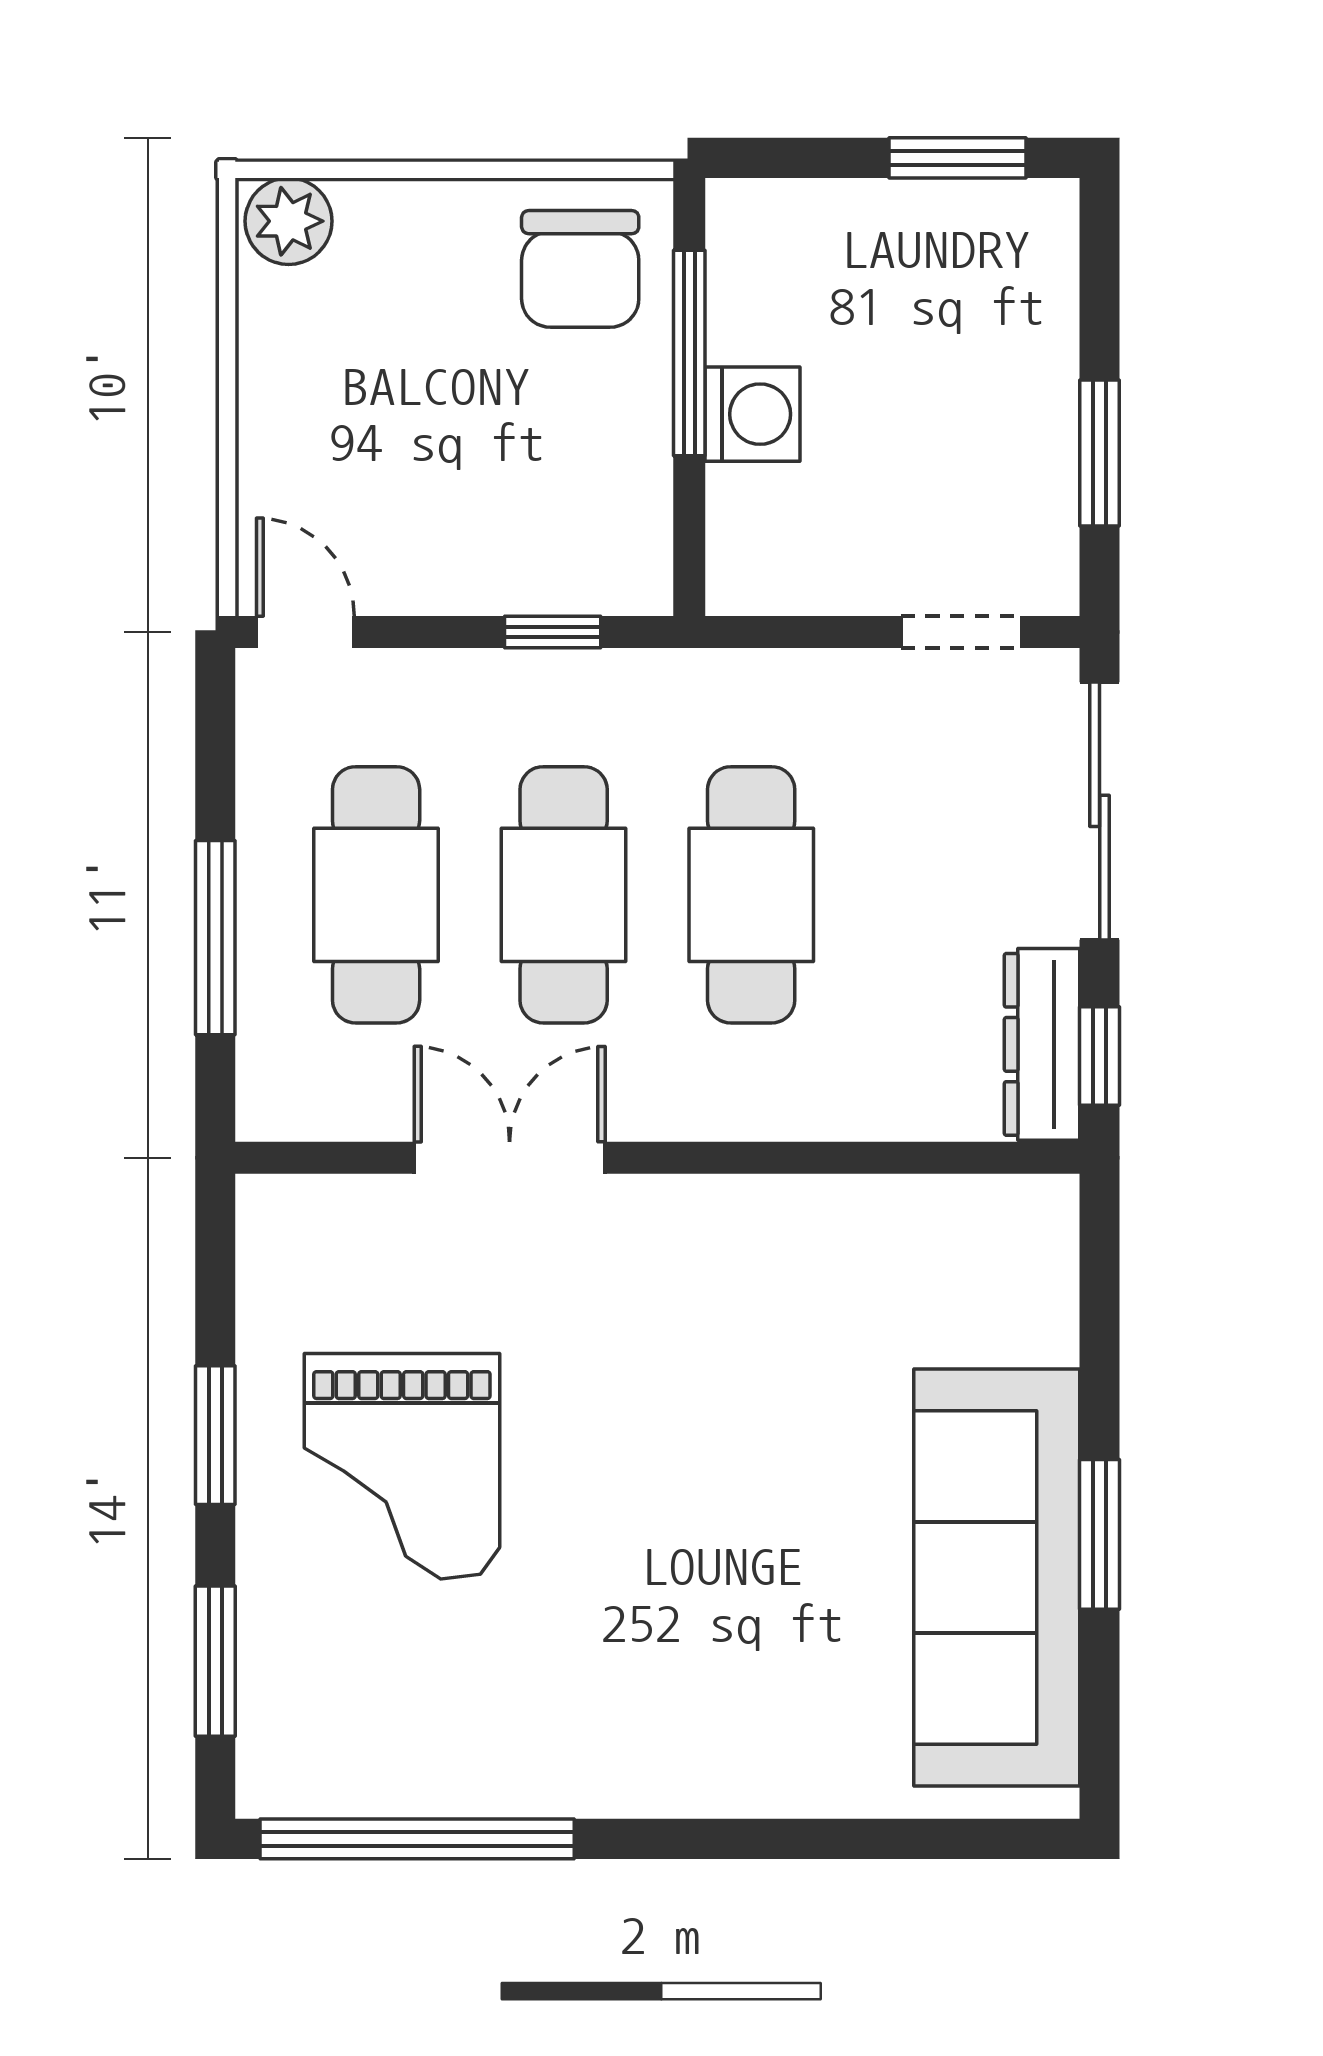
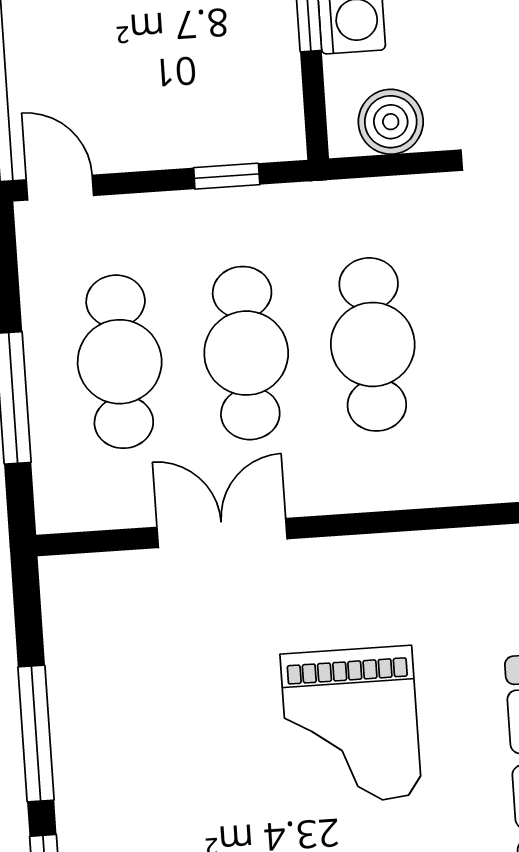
boiler: (800, 568) -> (391, 122), added
window: (215, 1435) -> (36, 734), width x1.44
grand piano: (402, 1466) -> (351, 726), moved

